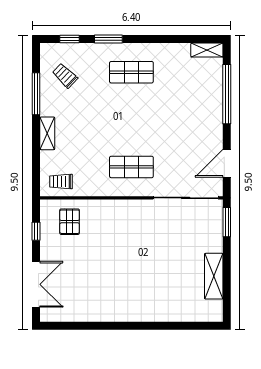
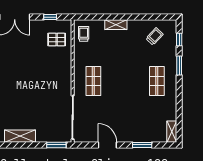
window: (36, 94) -> (142, 17), removed
window: (227, 94) -> (142, 145), width x0.47
door: (227, 163) -> (107, 145), moved

